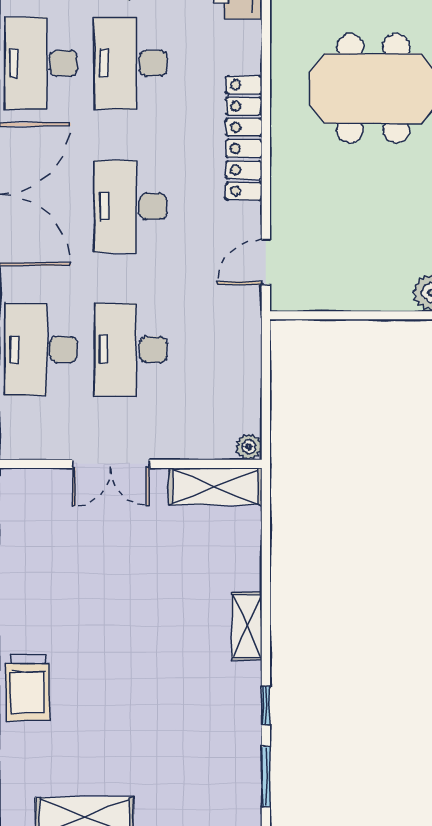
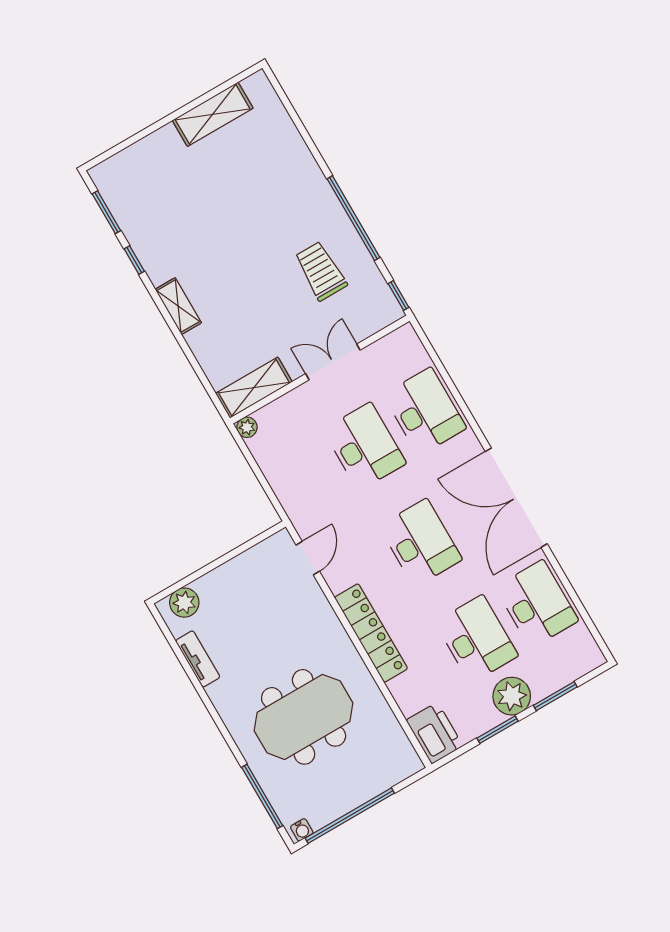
trolley: (28, 687) -> (321, 271), moved

